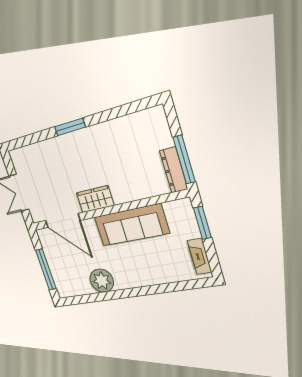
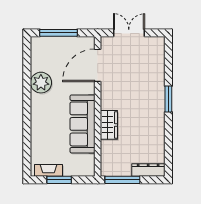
dresser: (174, 170) -> (148, 170), moved
wardrobe: (95, 199) -> (109, 125), moved
window: (202, 223) -> (59, 180), moved

